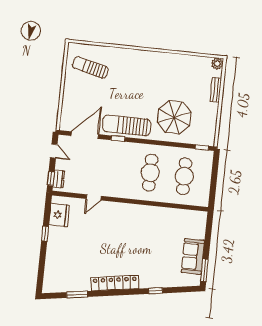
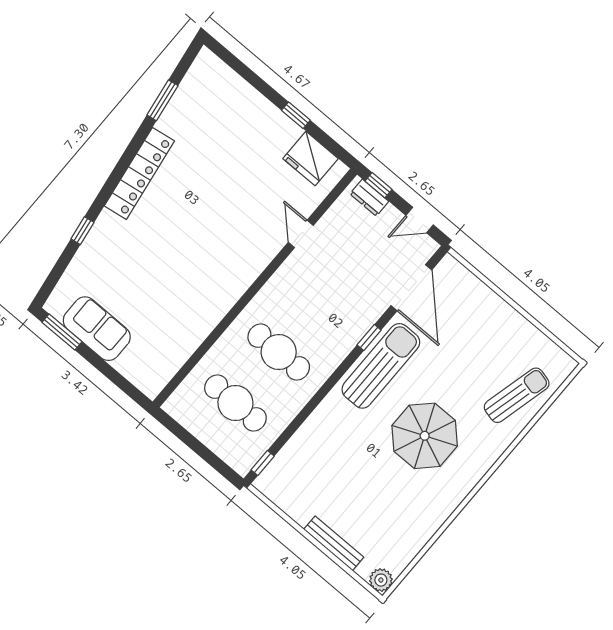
sun lounger: (90, 67) -> (517, 395), moved
bench: (216, 90) -> (334, 543), width x1.36
parasol: (174, 117) -> (425, 436), moved

